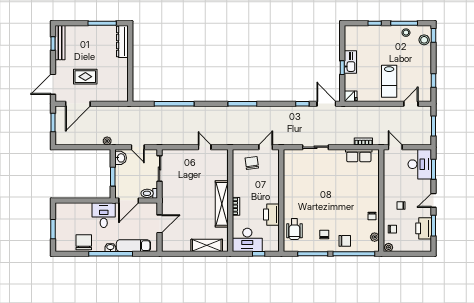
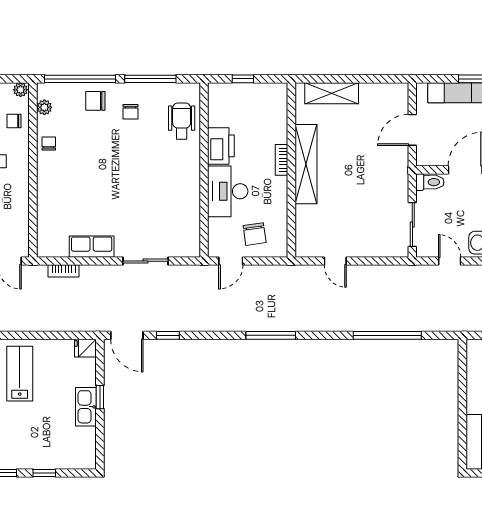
row of seats: (359, 156) -> (92, 247), moved
desk: (247, 240) -> (228, 191), moved, turned -90

